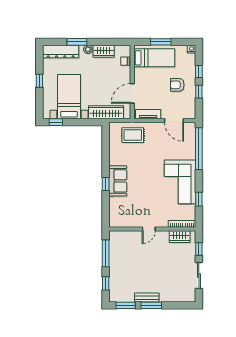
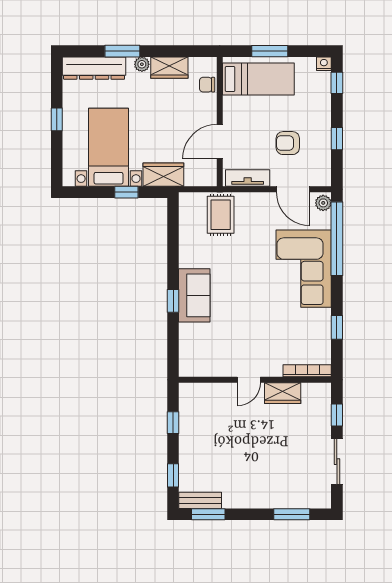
window: (199, 71) -> (337, 83), moved
armchair: (177, 85) -> (288, 143), moved
wardrobe: (106, 112) -> (163, 175), width x0.67
window: (56, 122) -> (126, 192), moved
plant: (191, 128) -> (323, 203), added
rug: (133, 135) -> (221, 215), turned 90
corner sofa: (180, 182) -> (304, 269), moved
wardrobe: (180, 237) -> (283, 393), moved
window: (106, 253) -> (173, 423), width x0.46
bench: (147, 298) -> (200, 500), moved
window: (151, 305) -> (292, 514), moved

